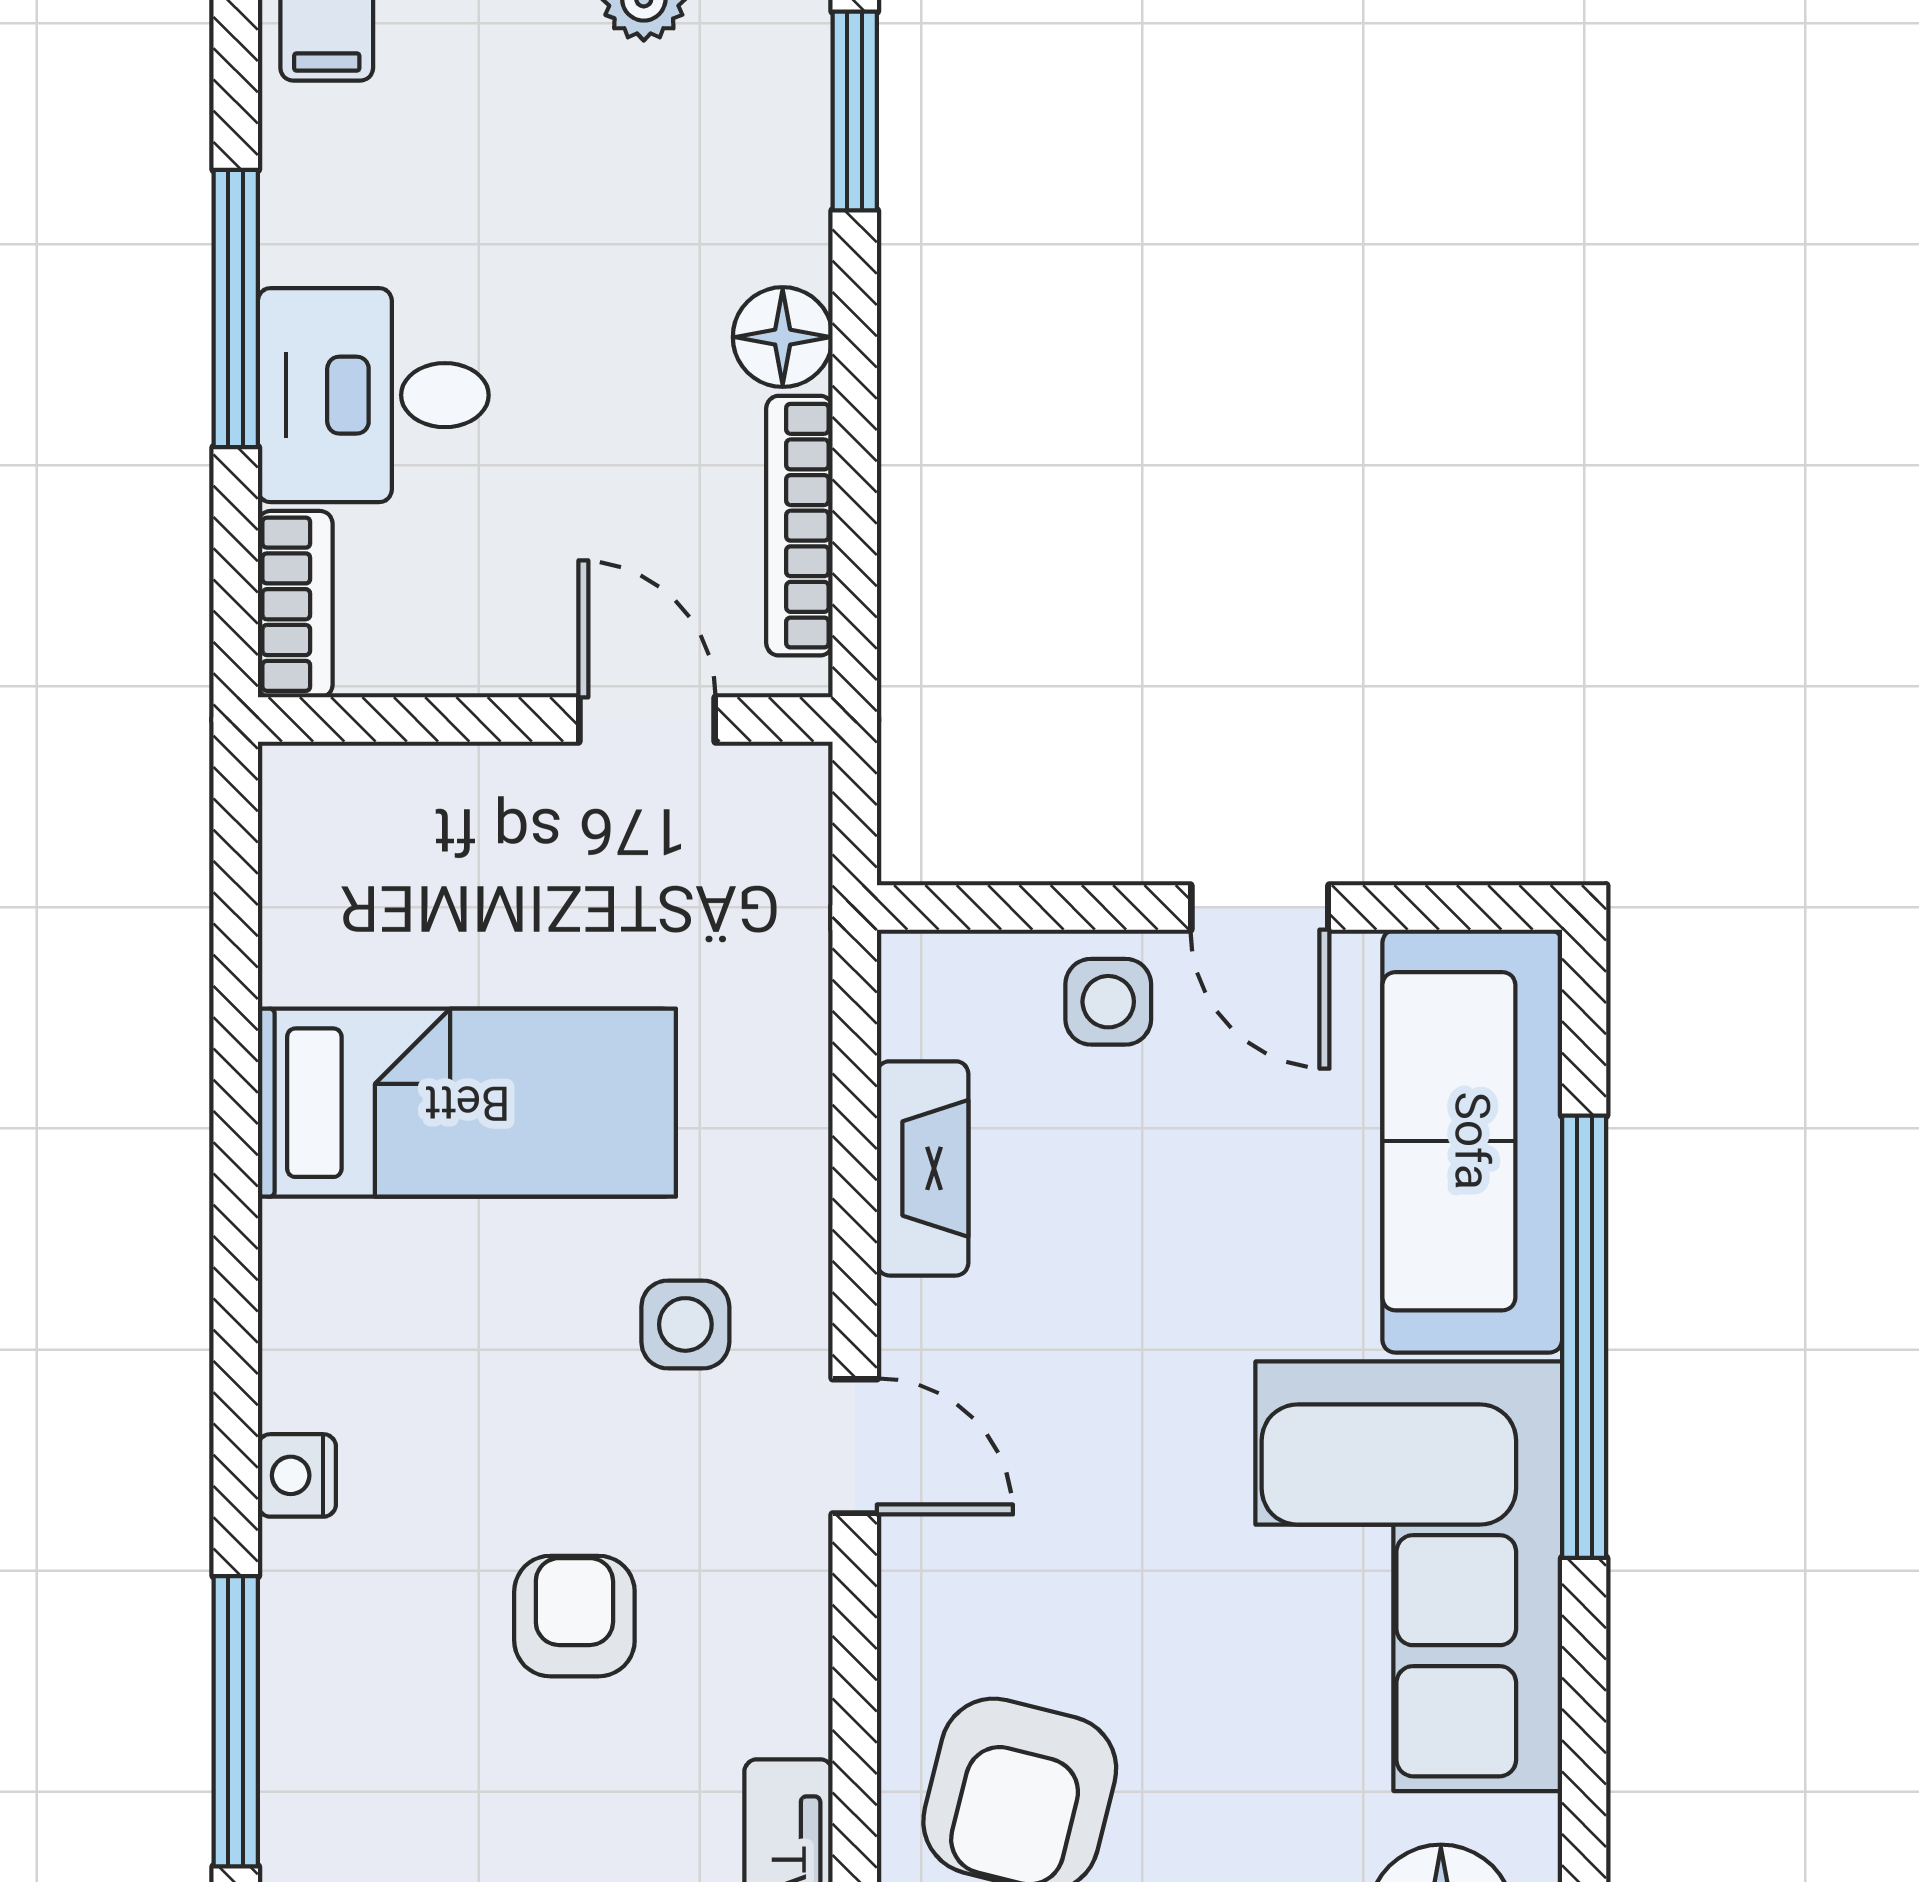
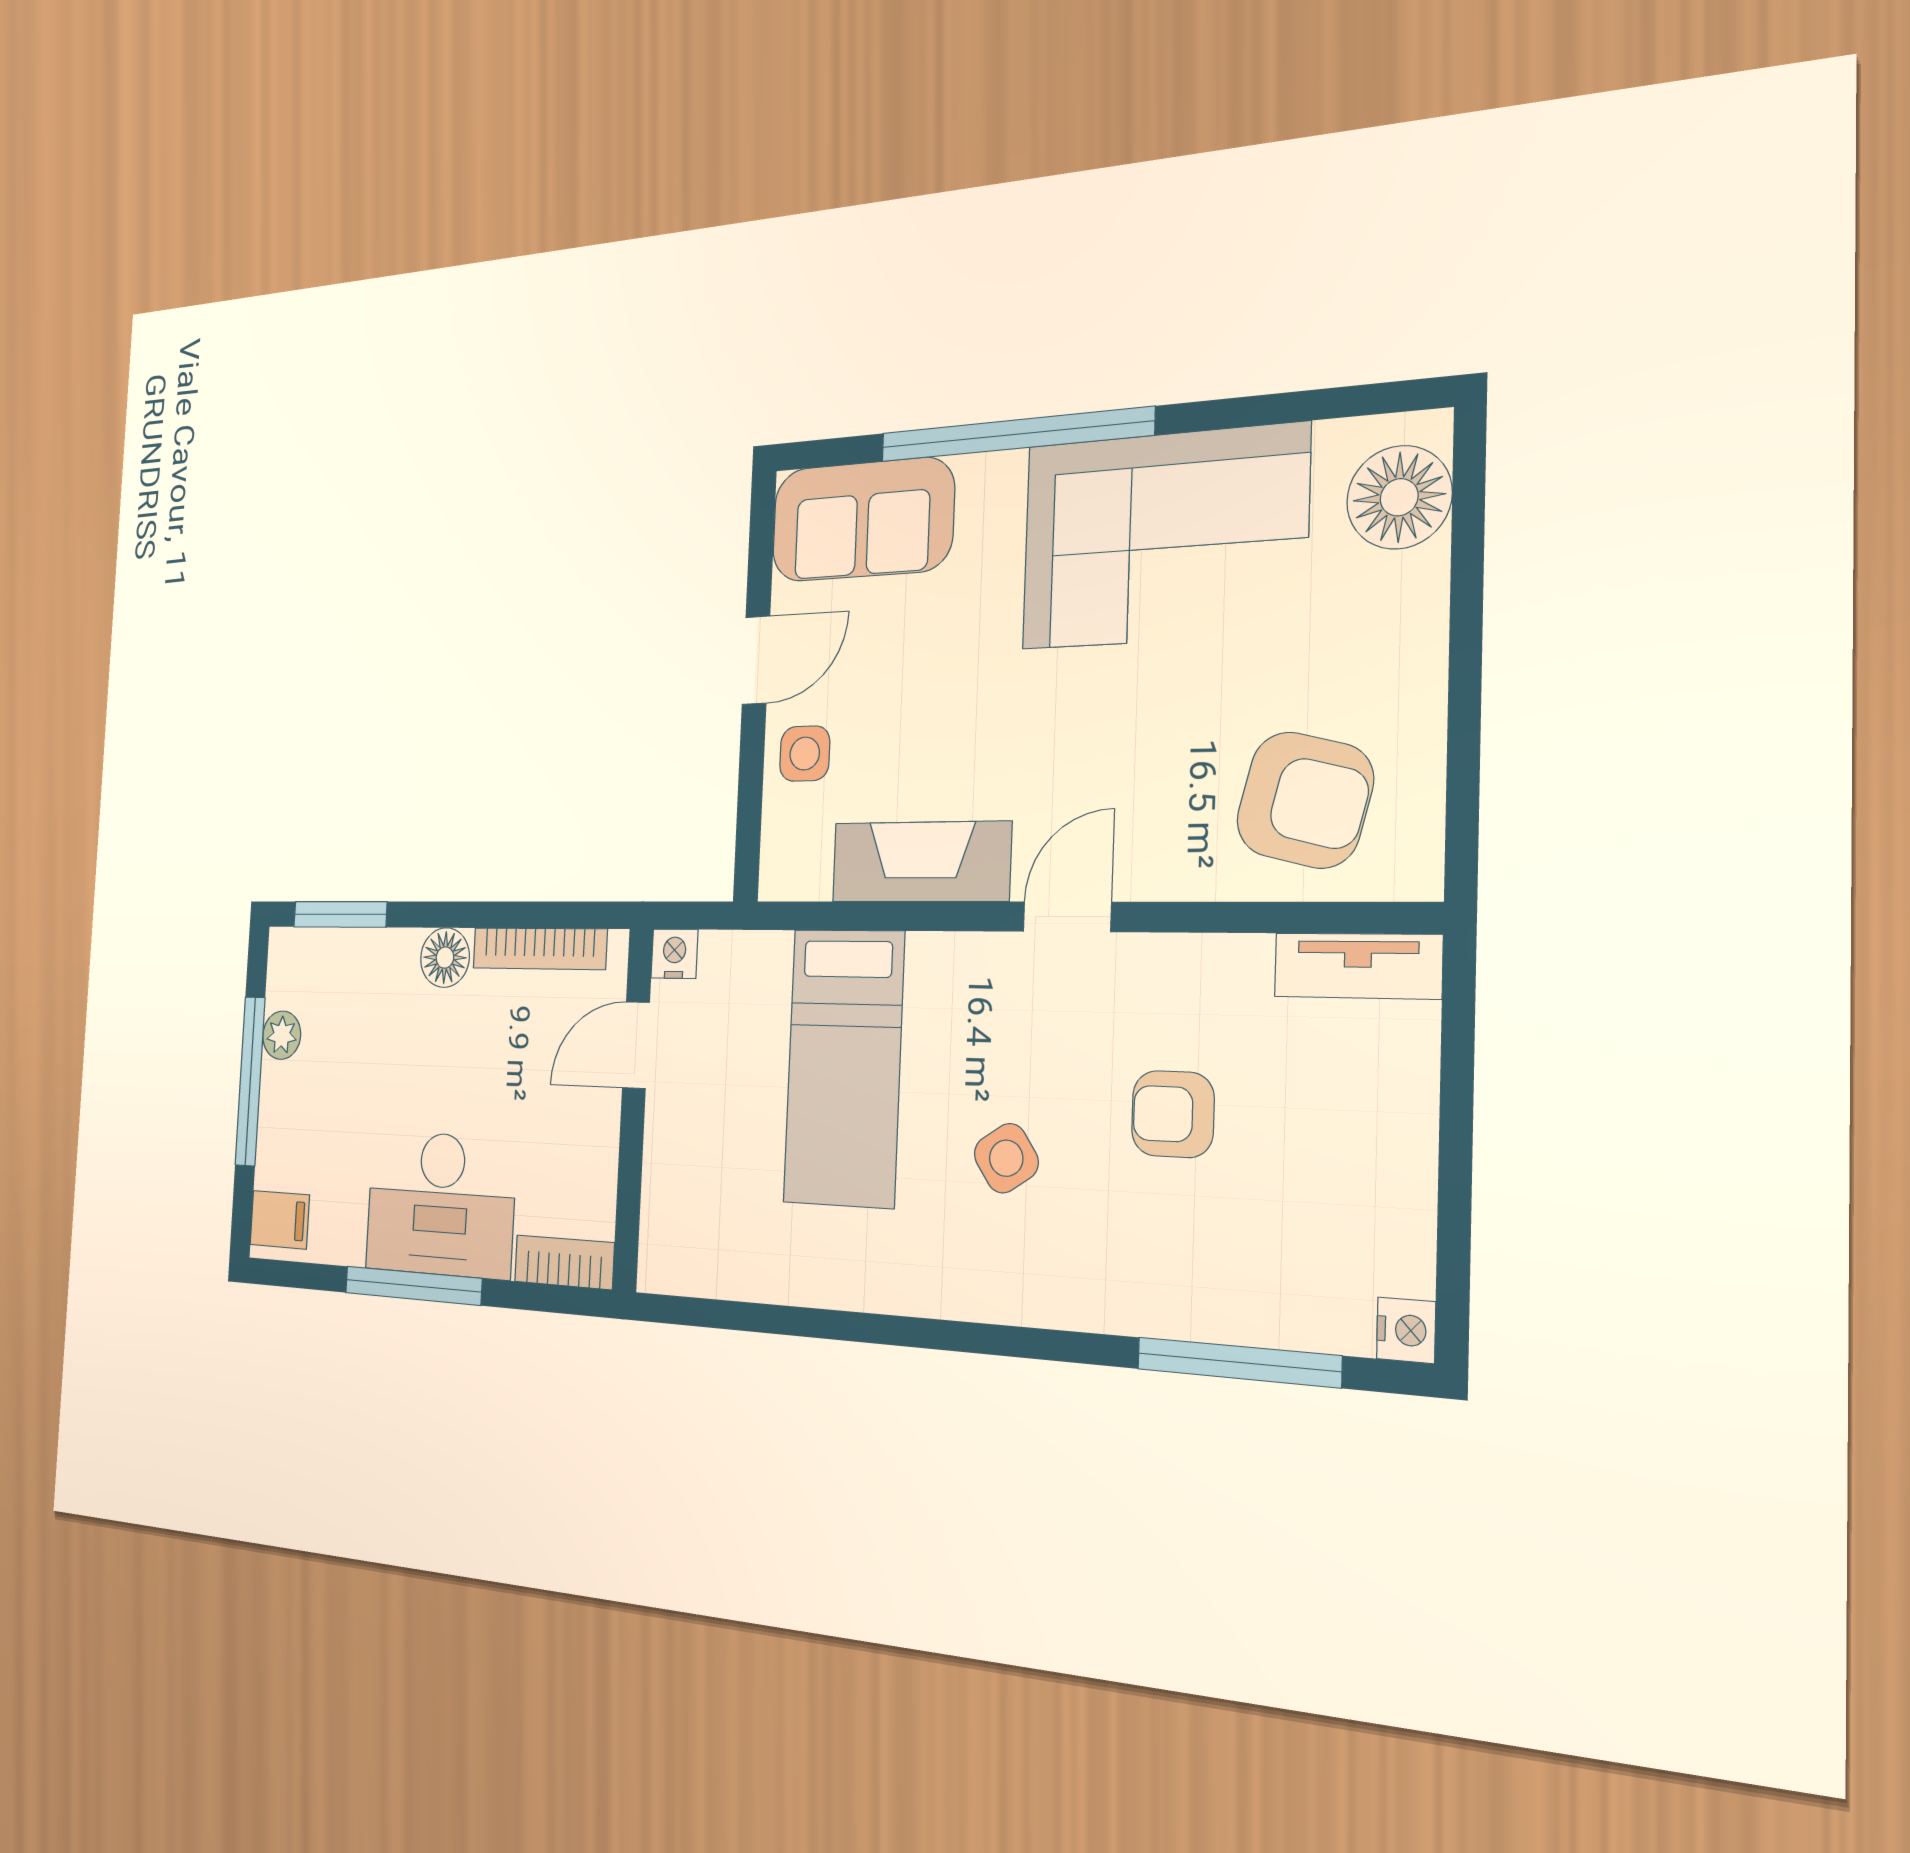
desk: (373, 395) -> (441, 1204), width x1.37
bed: (467, 1103) -> (844, 1067), moved, turned 180
sofa: (1472, 1141) -> (862, 520), width x0.73
fireplace: (923, 1168) -> (921, 862), width x1.37, depth x1.32
side table: (685, 1324) -> (1006, 1158), moved, turned -34
nightstand: (297, 1475) -> (674, 954), moved, turned 180

